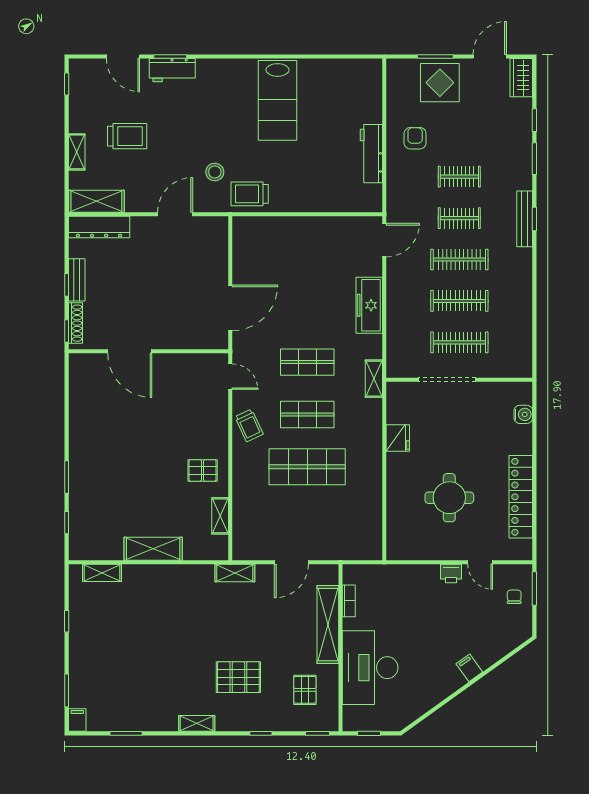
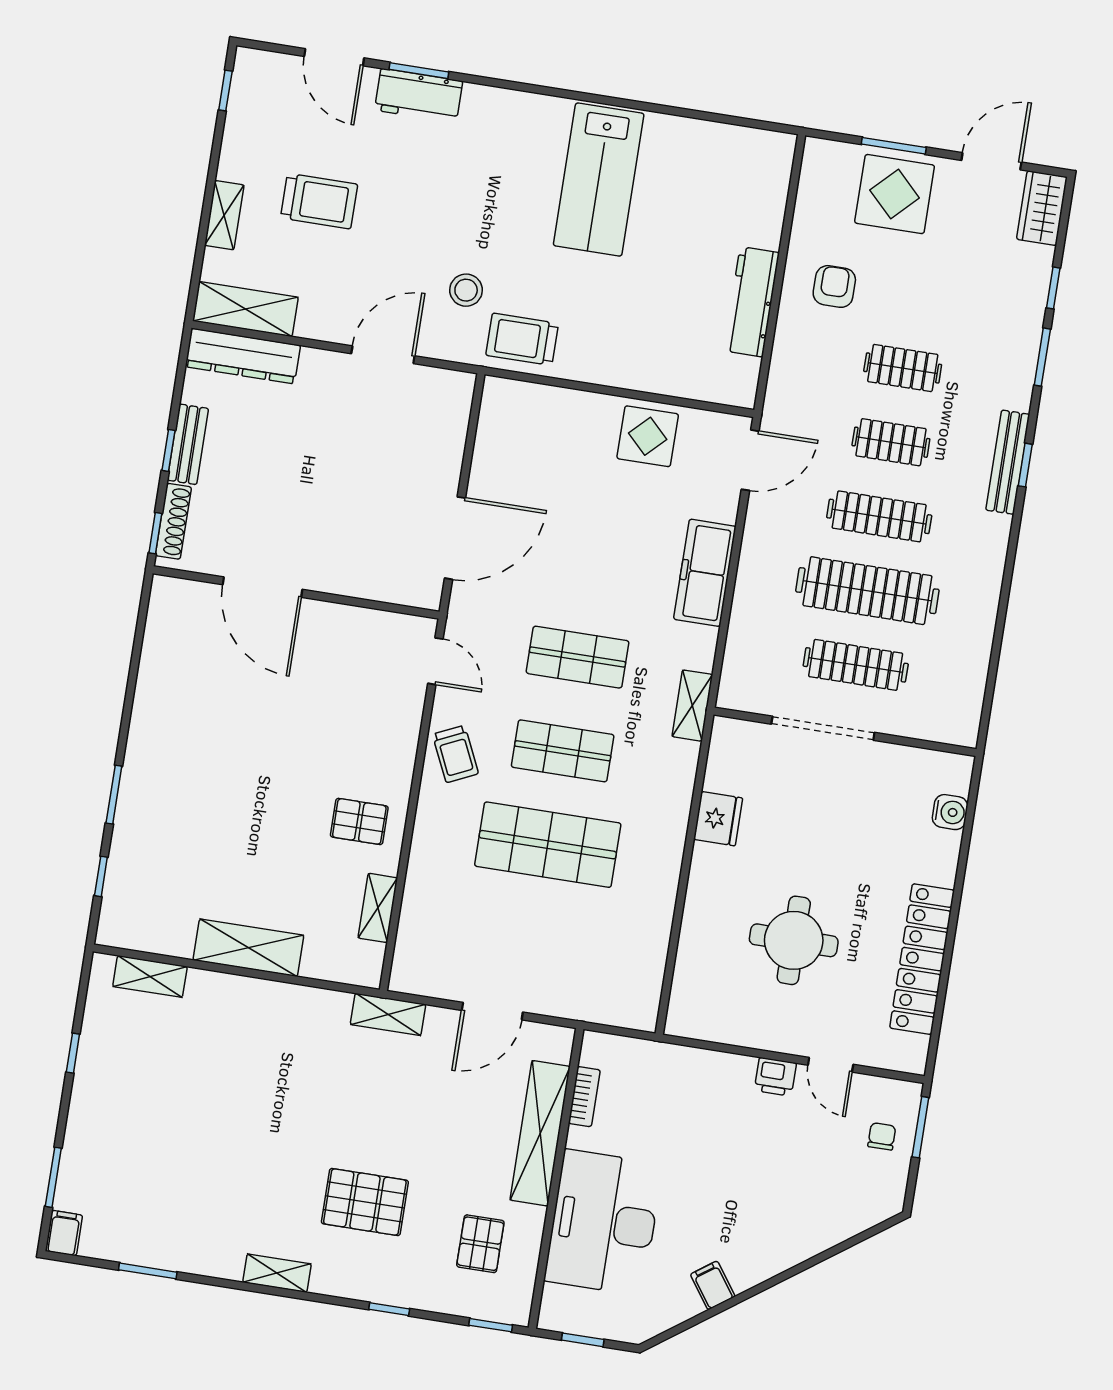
display table: (326, 236) -> (648, 436), added
clothes rail: (459, 301) -> (867, 591), width x1.37, depth x1.31
filing cabinet: (469, 668) -> (713, 1285), moved

